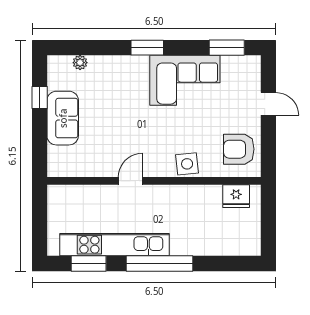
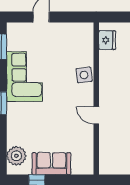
plant: (80, 63) -> (16, 156), width x1.88, depth x1.88
armchair: (239, 149) -> (74, 38), removed

